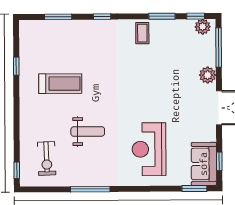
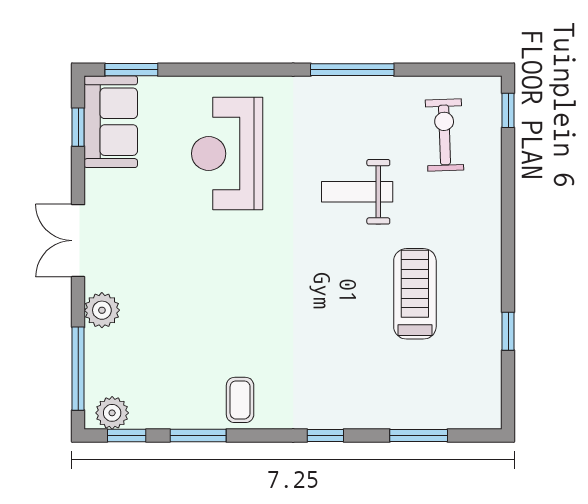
treadmill: (60, 84) -> (415, 294), turned 90
reception desk: (149, 149) -> (227, 154), turned 180

